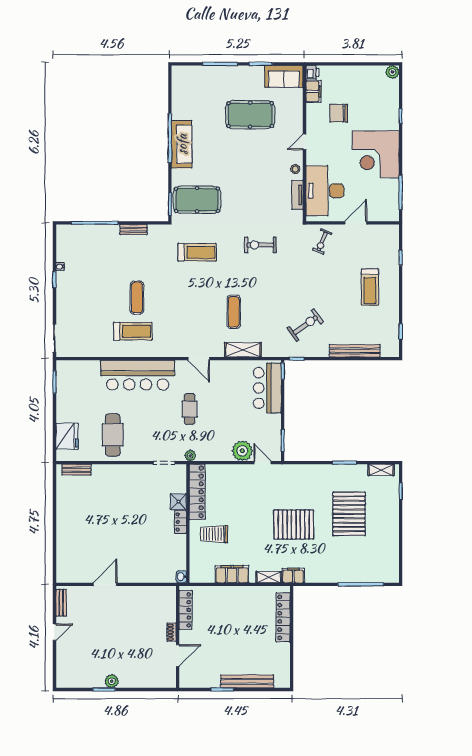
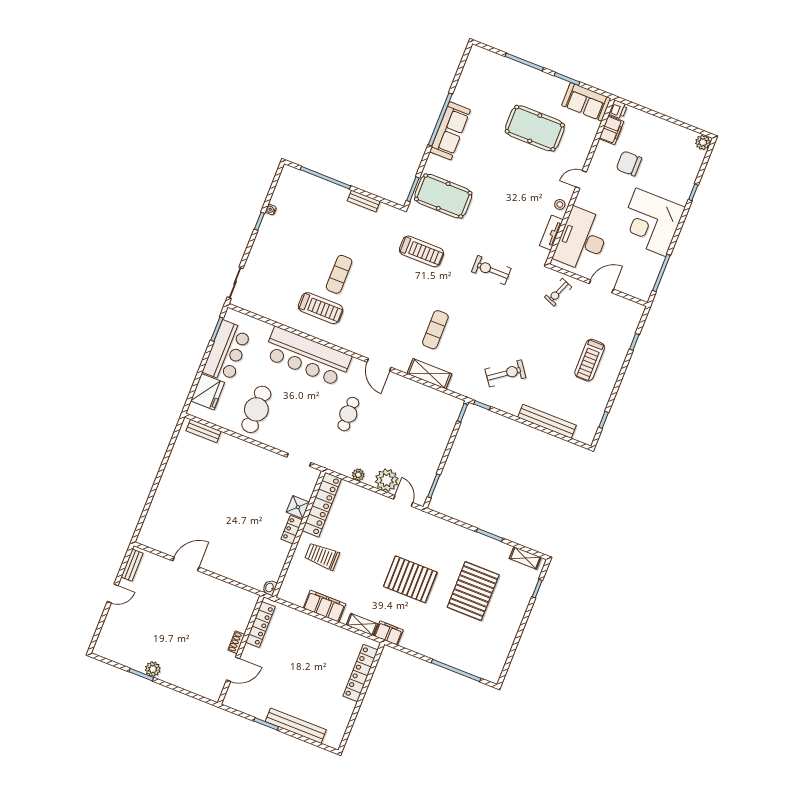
bar counter: (267, 388) -> (227, 352), moved, turned 180
plant: (190, 456) -> (358, 475), moved

